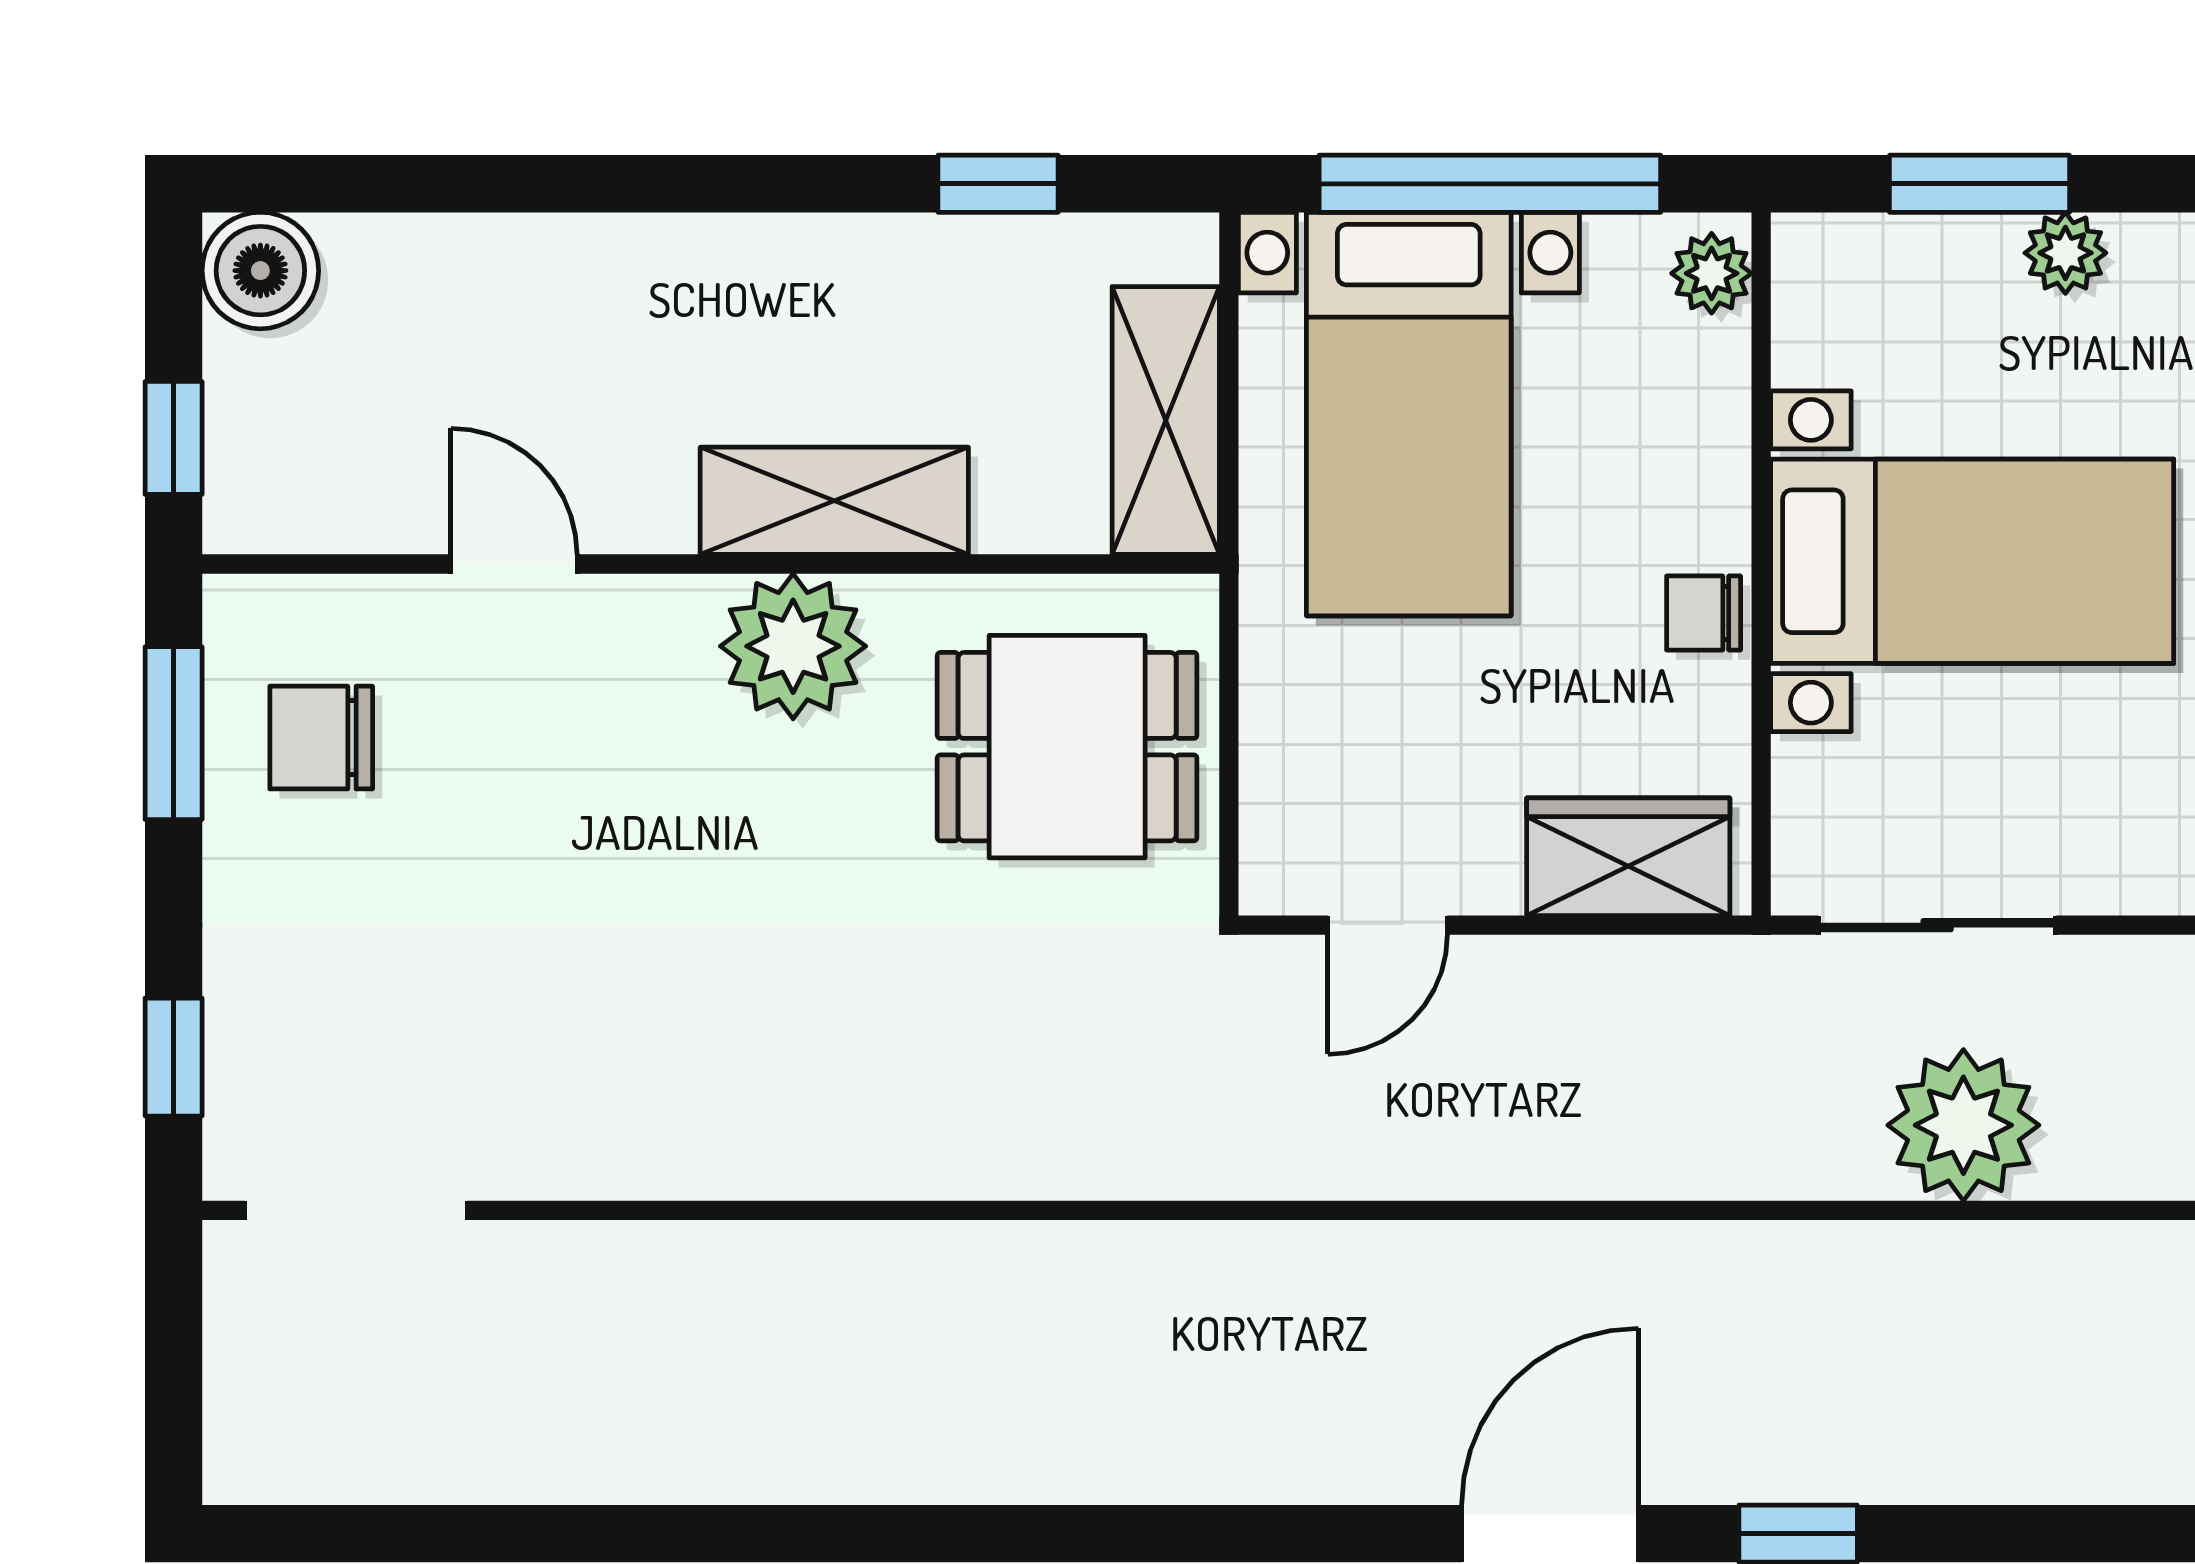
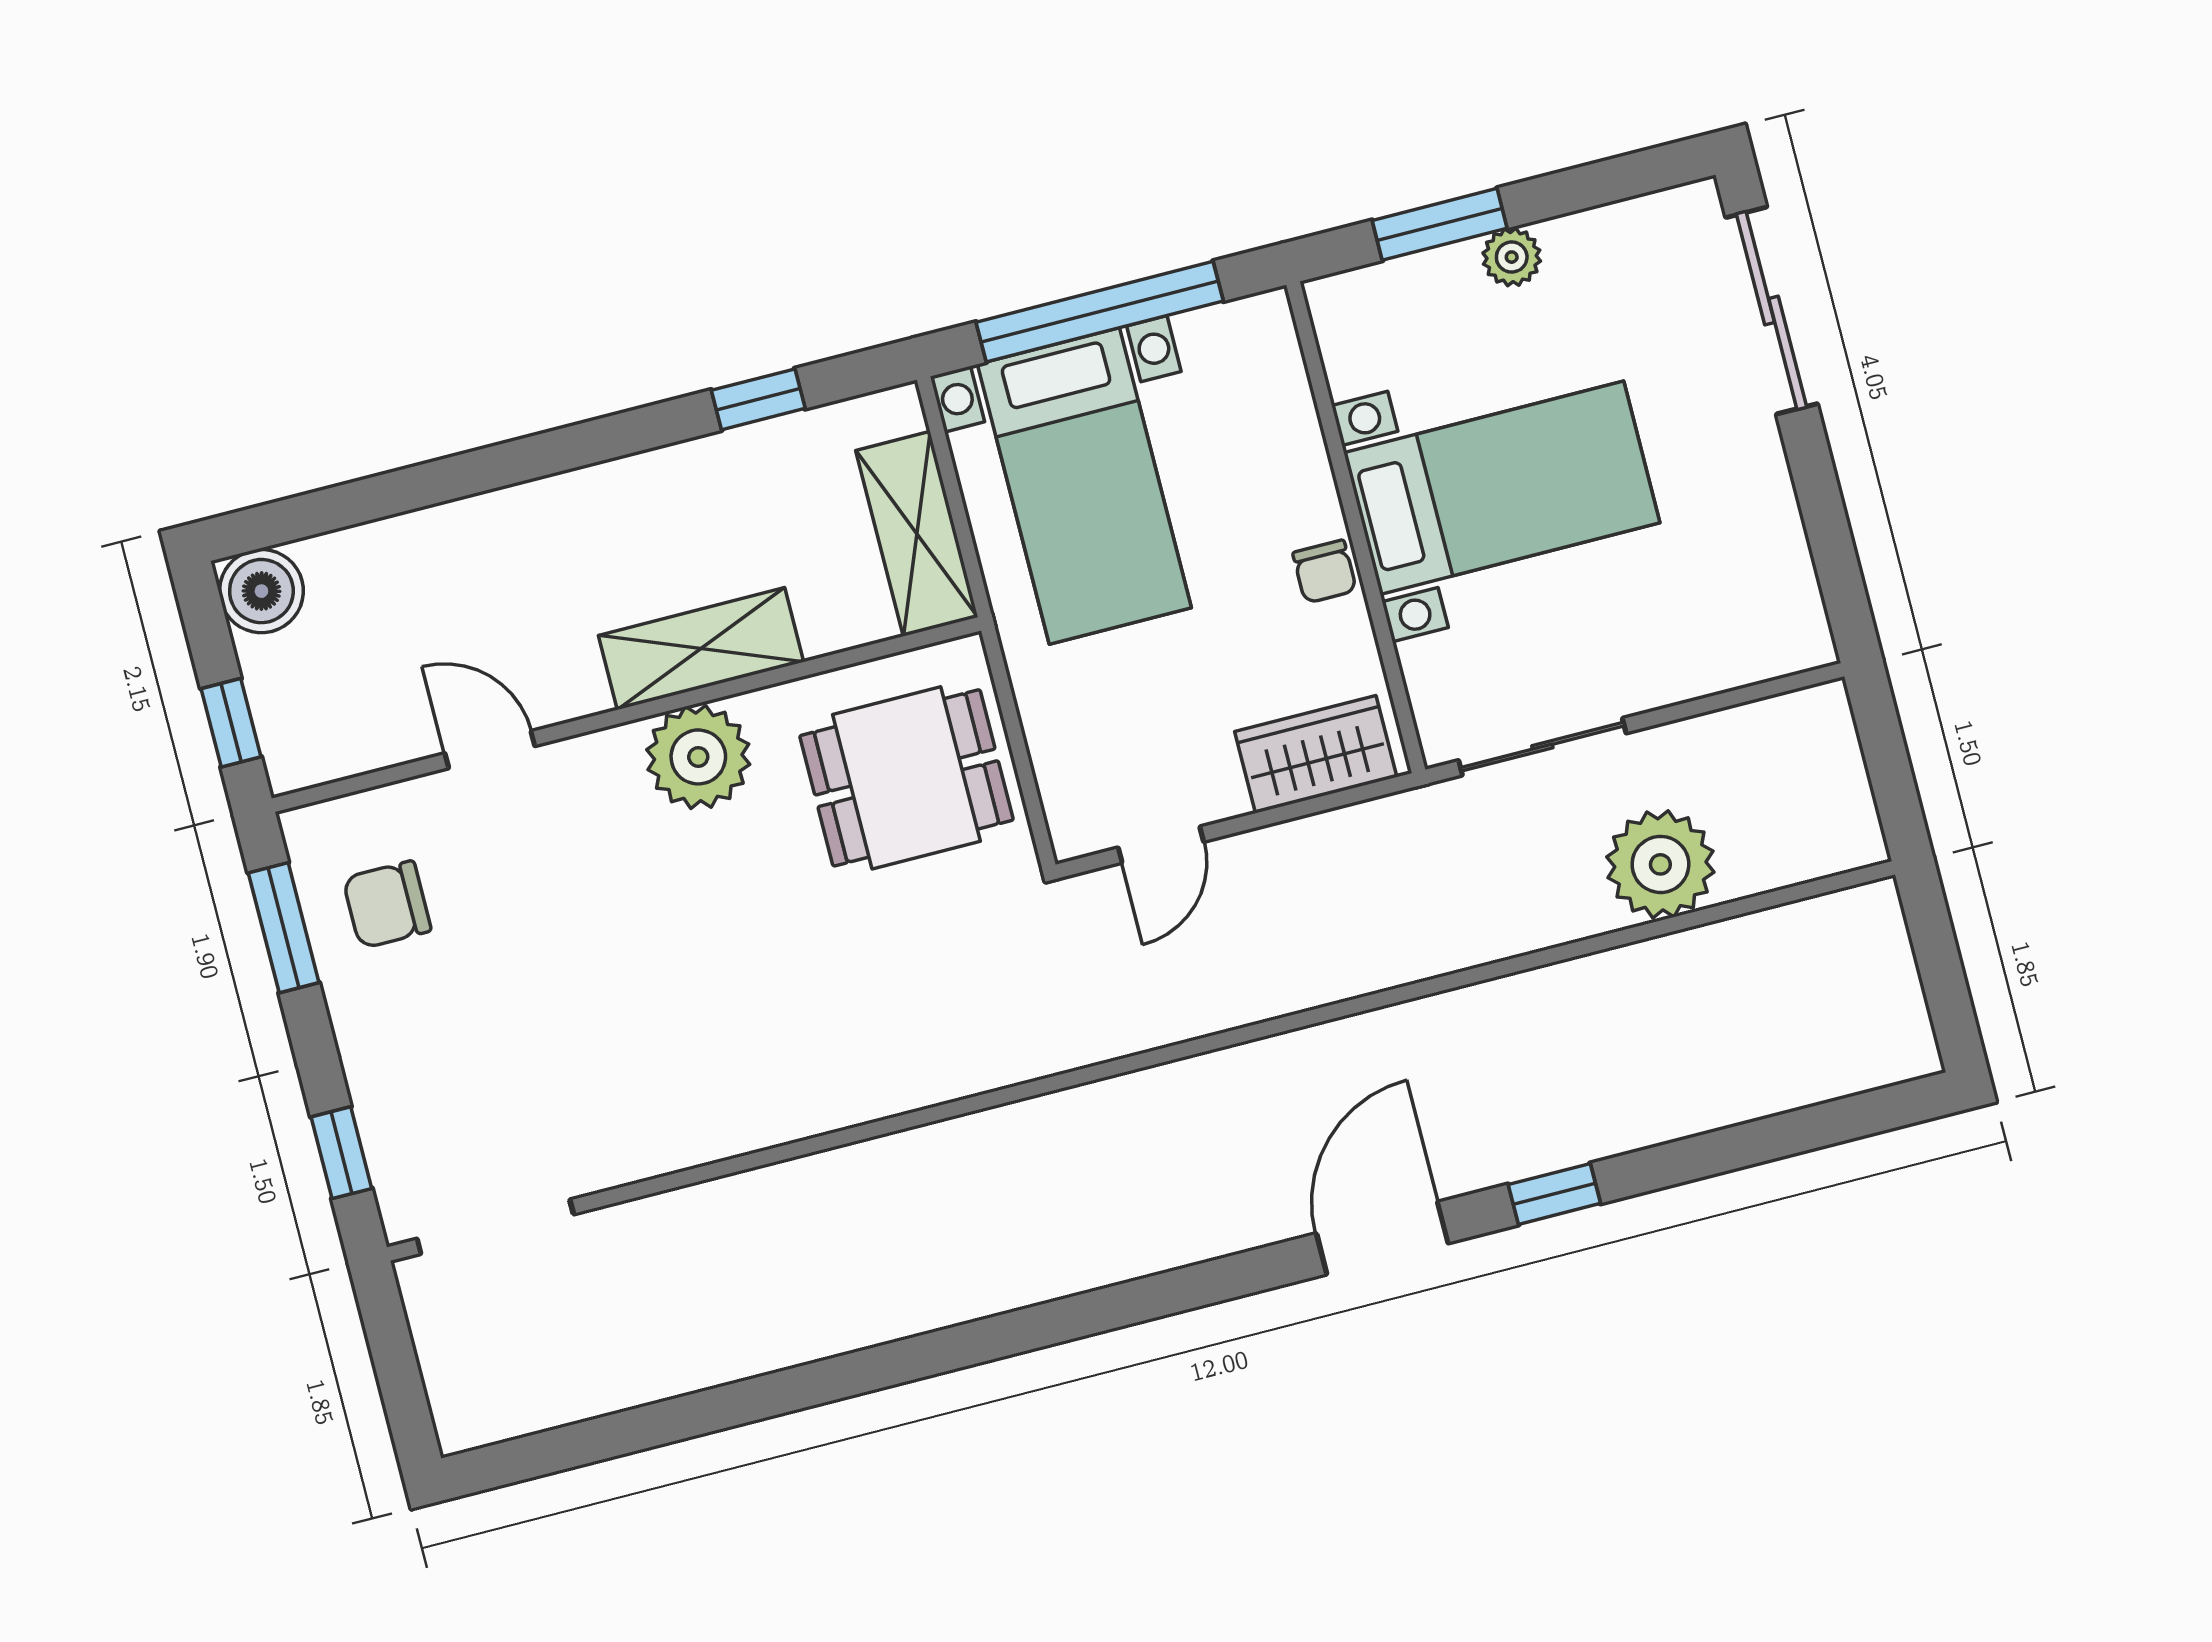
plant: (1712, 273) -> (1270, 334), removed
chair: (1704, 613) -> (1325, 572), turned -90
plant: (1963, 1125) -> (1660, 864), moved

